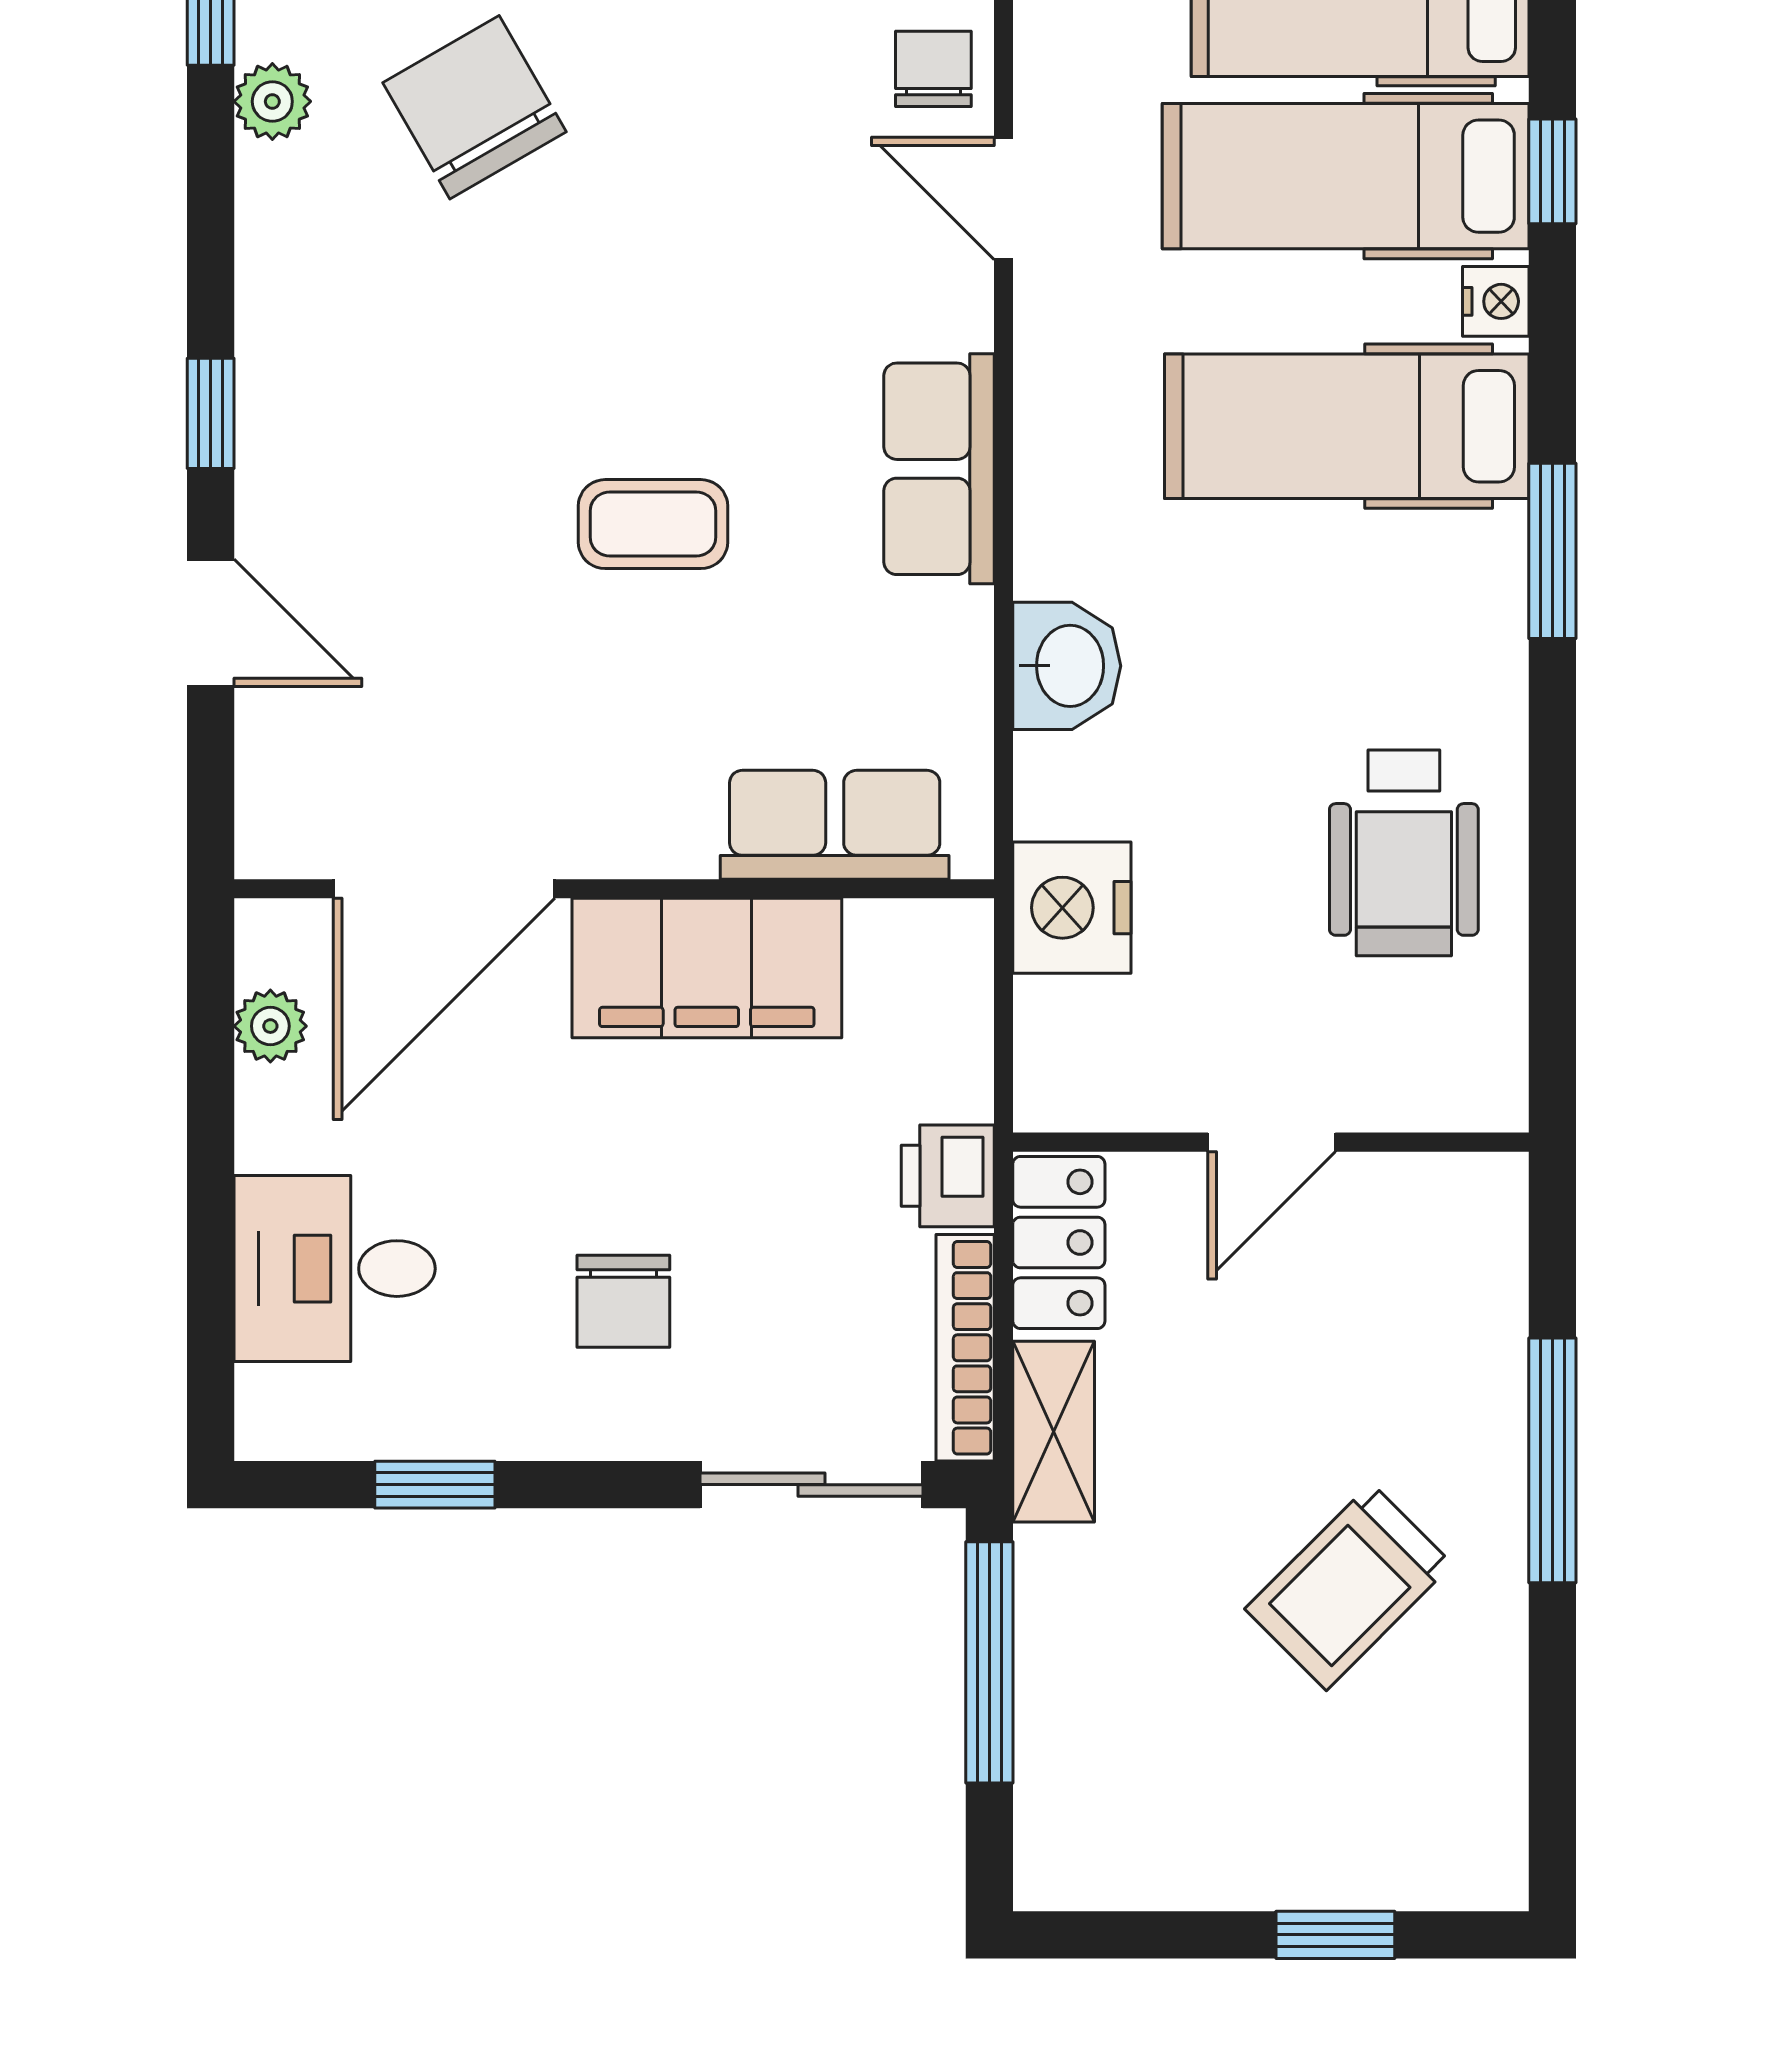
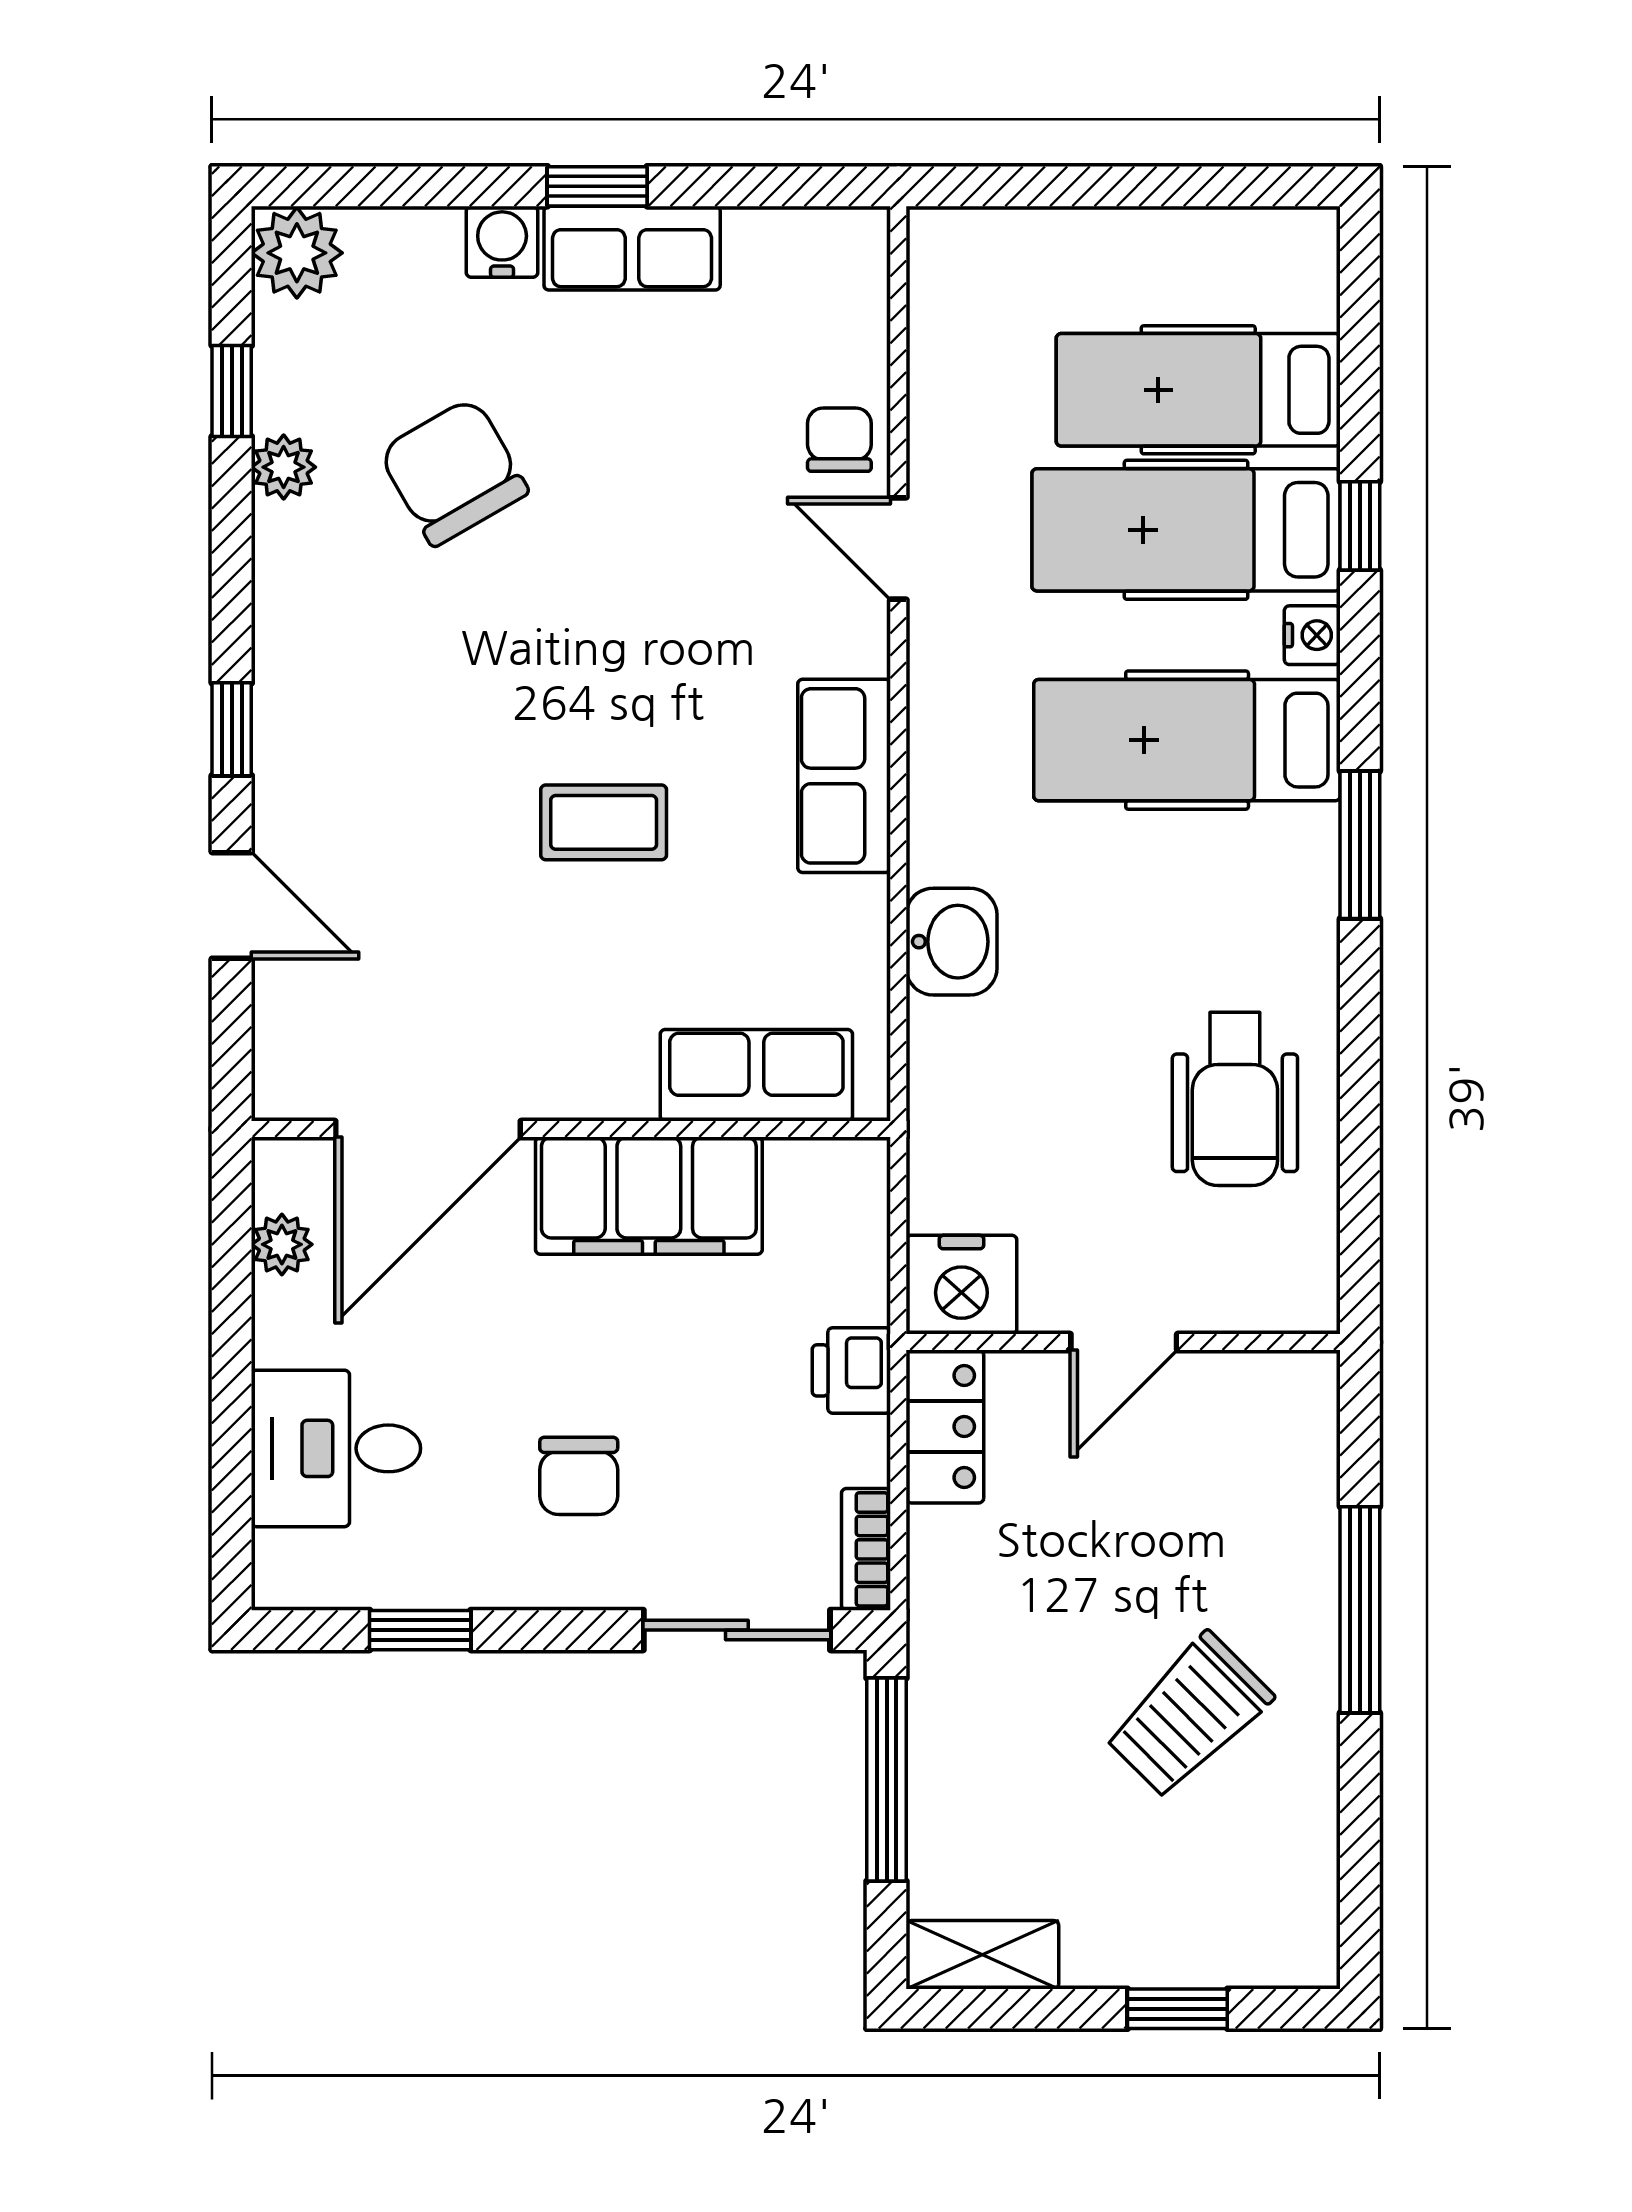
nightstand: (1072, 908) -> (961, 1285), moved, turned -90
bookcase: (965, 1348) -> (866, 1549), width x0.64
shelving: (1054, 1432) -> (982, 1955), moved, turned 90

